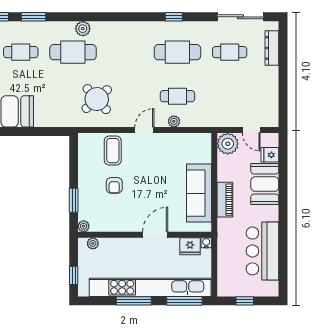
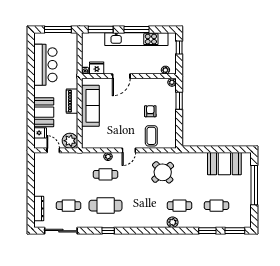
cafe table: (73, 52) -> (179, 206), width x0.73, depth x0.74
kitchen unit: (150, 287) -> (136, 39), width x0.73
window: (245, 301) -> (58, 29), width x2.17

